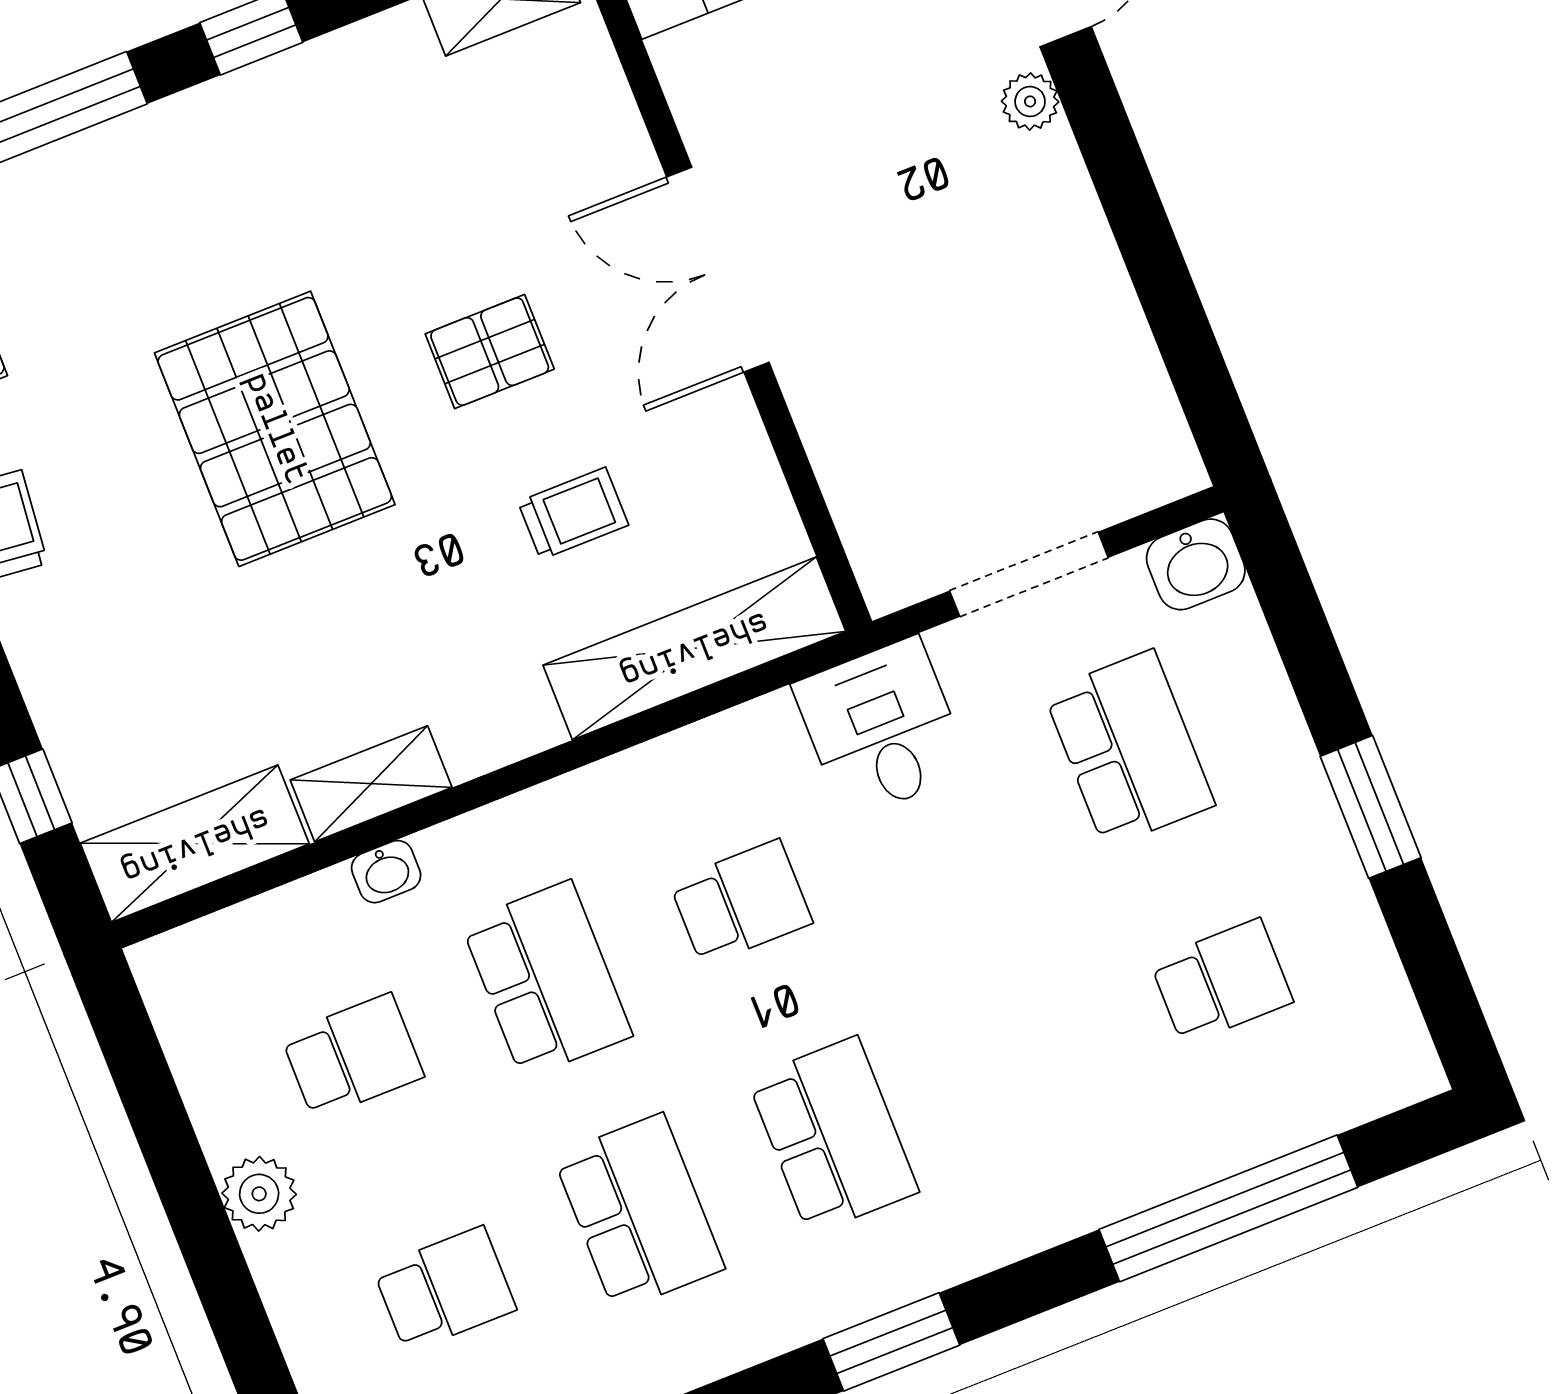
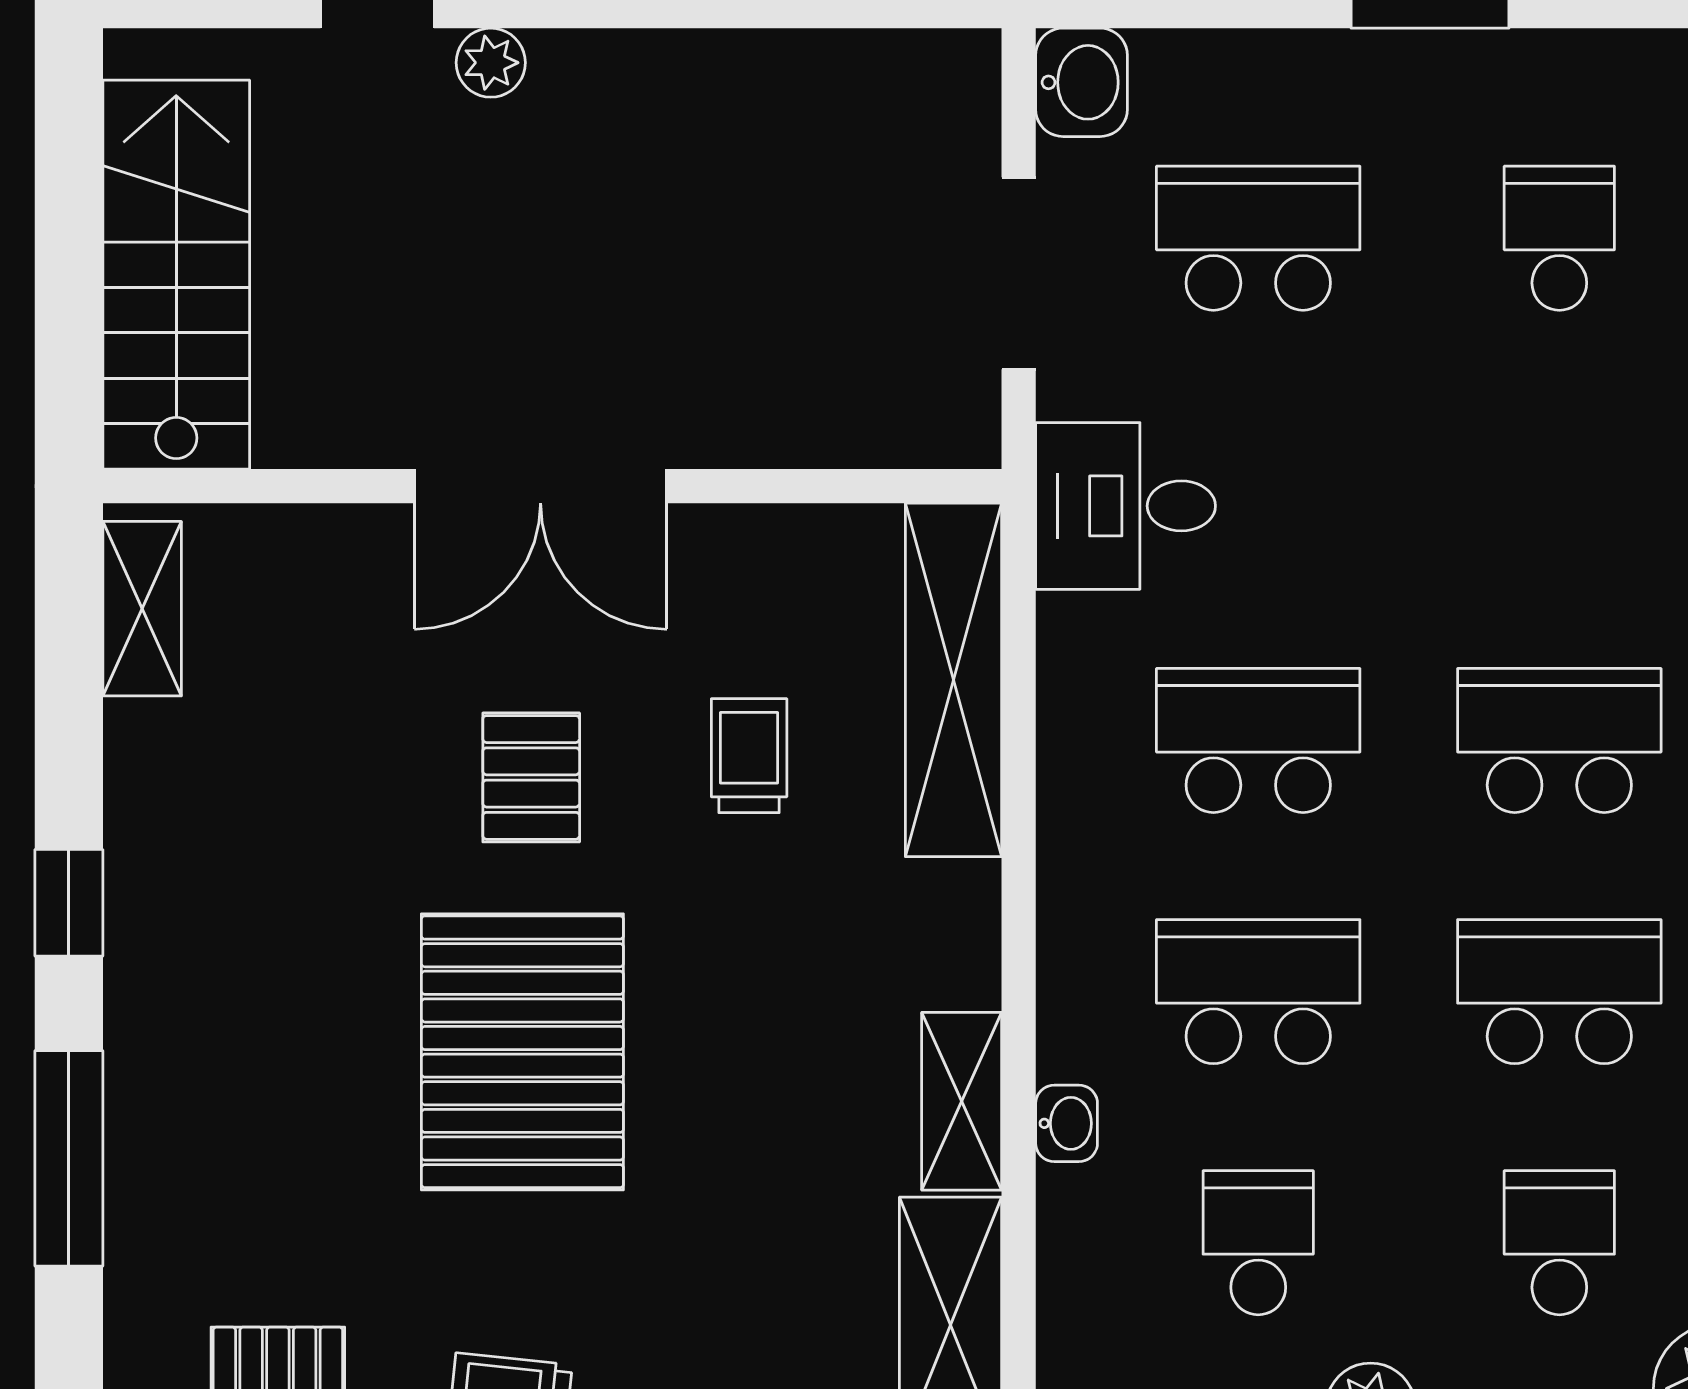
pallet: (275, 429) -> (522, 1052), turned 90
school desk: (741, 903) -> (1258, 740), width x1.85

